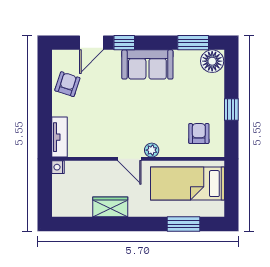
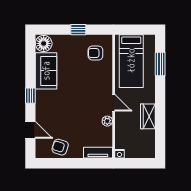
window: (124, 43) -> (30, 96), moved
window: (193, 43) -> (30, 57), removed
sofa: (147, 64) -> (46, 71), moved
plant: (152, 150) -> (107, 121), moved
door: (129, 159) -> (114, 103), hinge flipped

